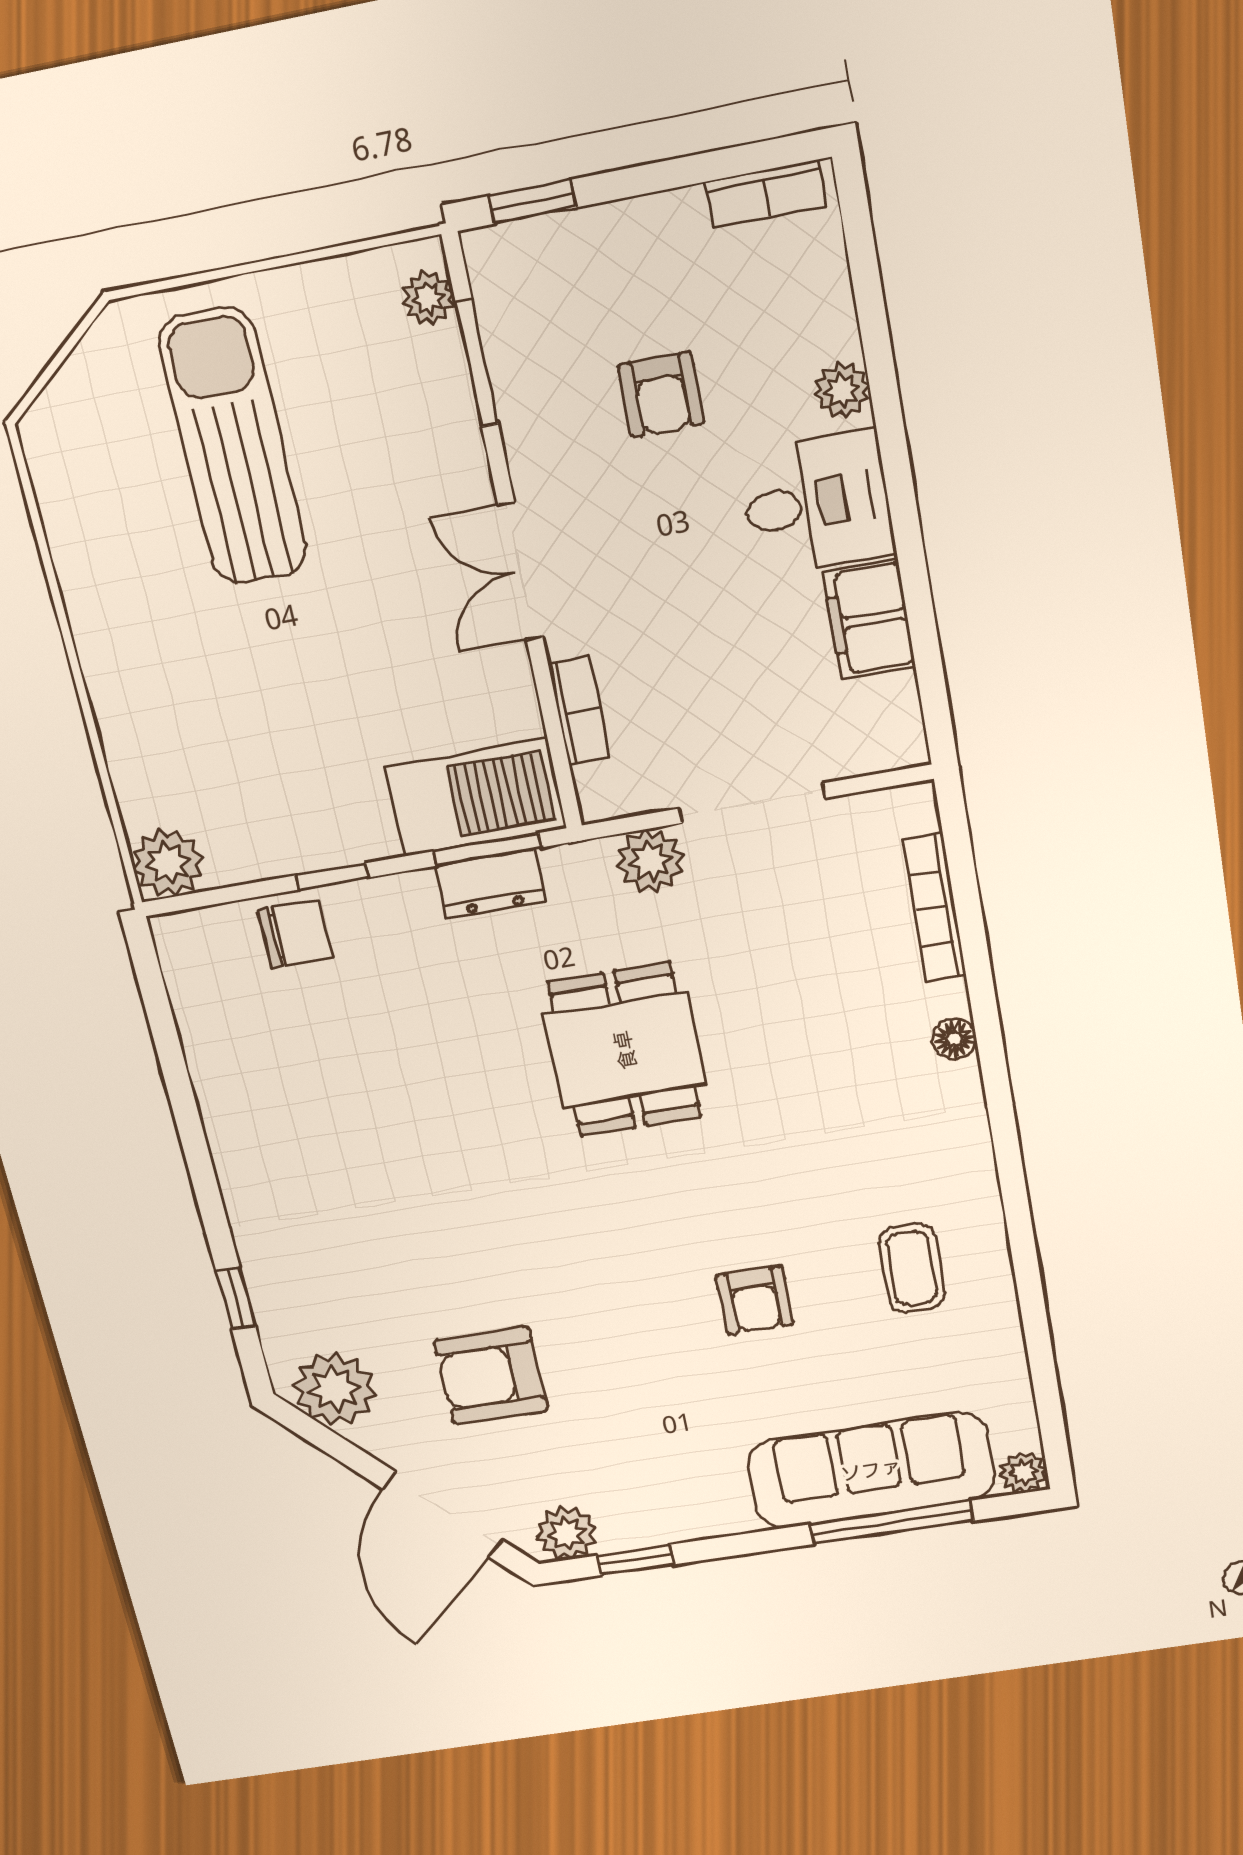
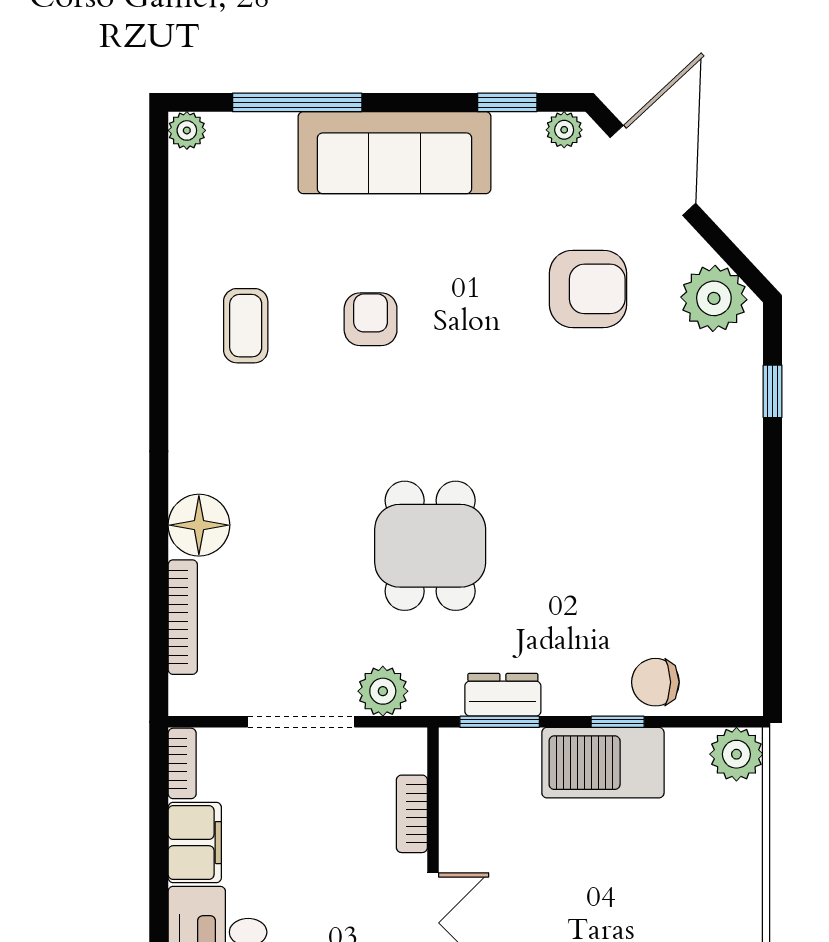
bookcase: (905, 721) -> (182, 763), added
barbecue: (476, 798) -> (603, 763), moved
floor lamp: (954, 1039) -> (199, 525), width x1.89, depth x1.89
sofa: (871, 1470) -> (395, 153), moved
plant: (567, 1533) -> (564, 130), width x0.73, depth x0.73

